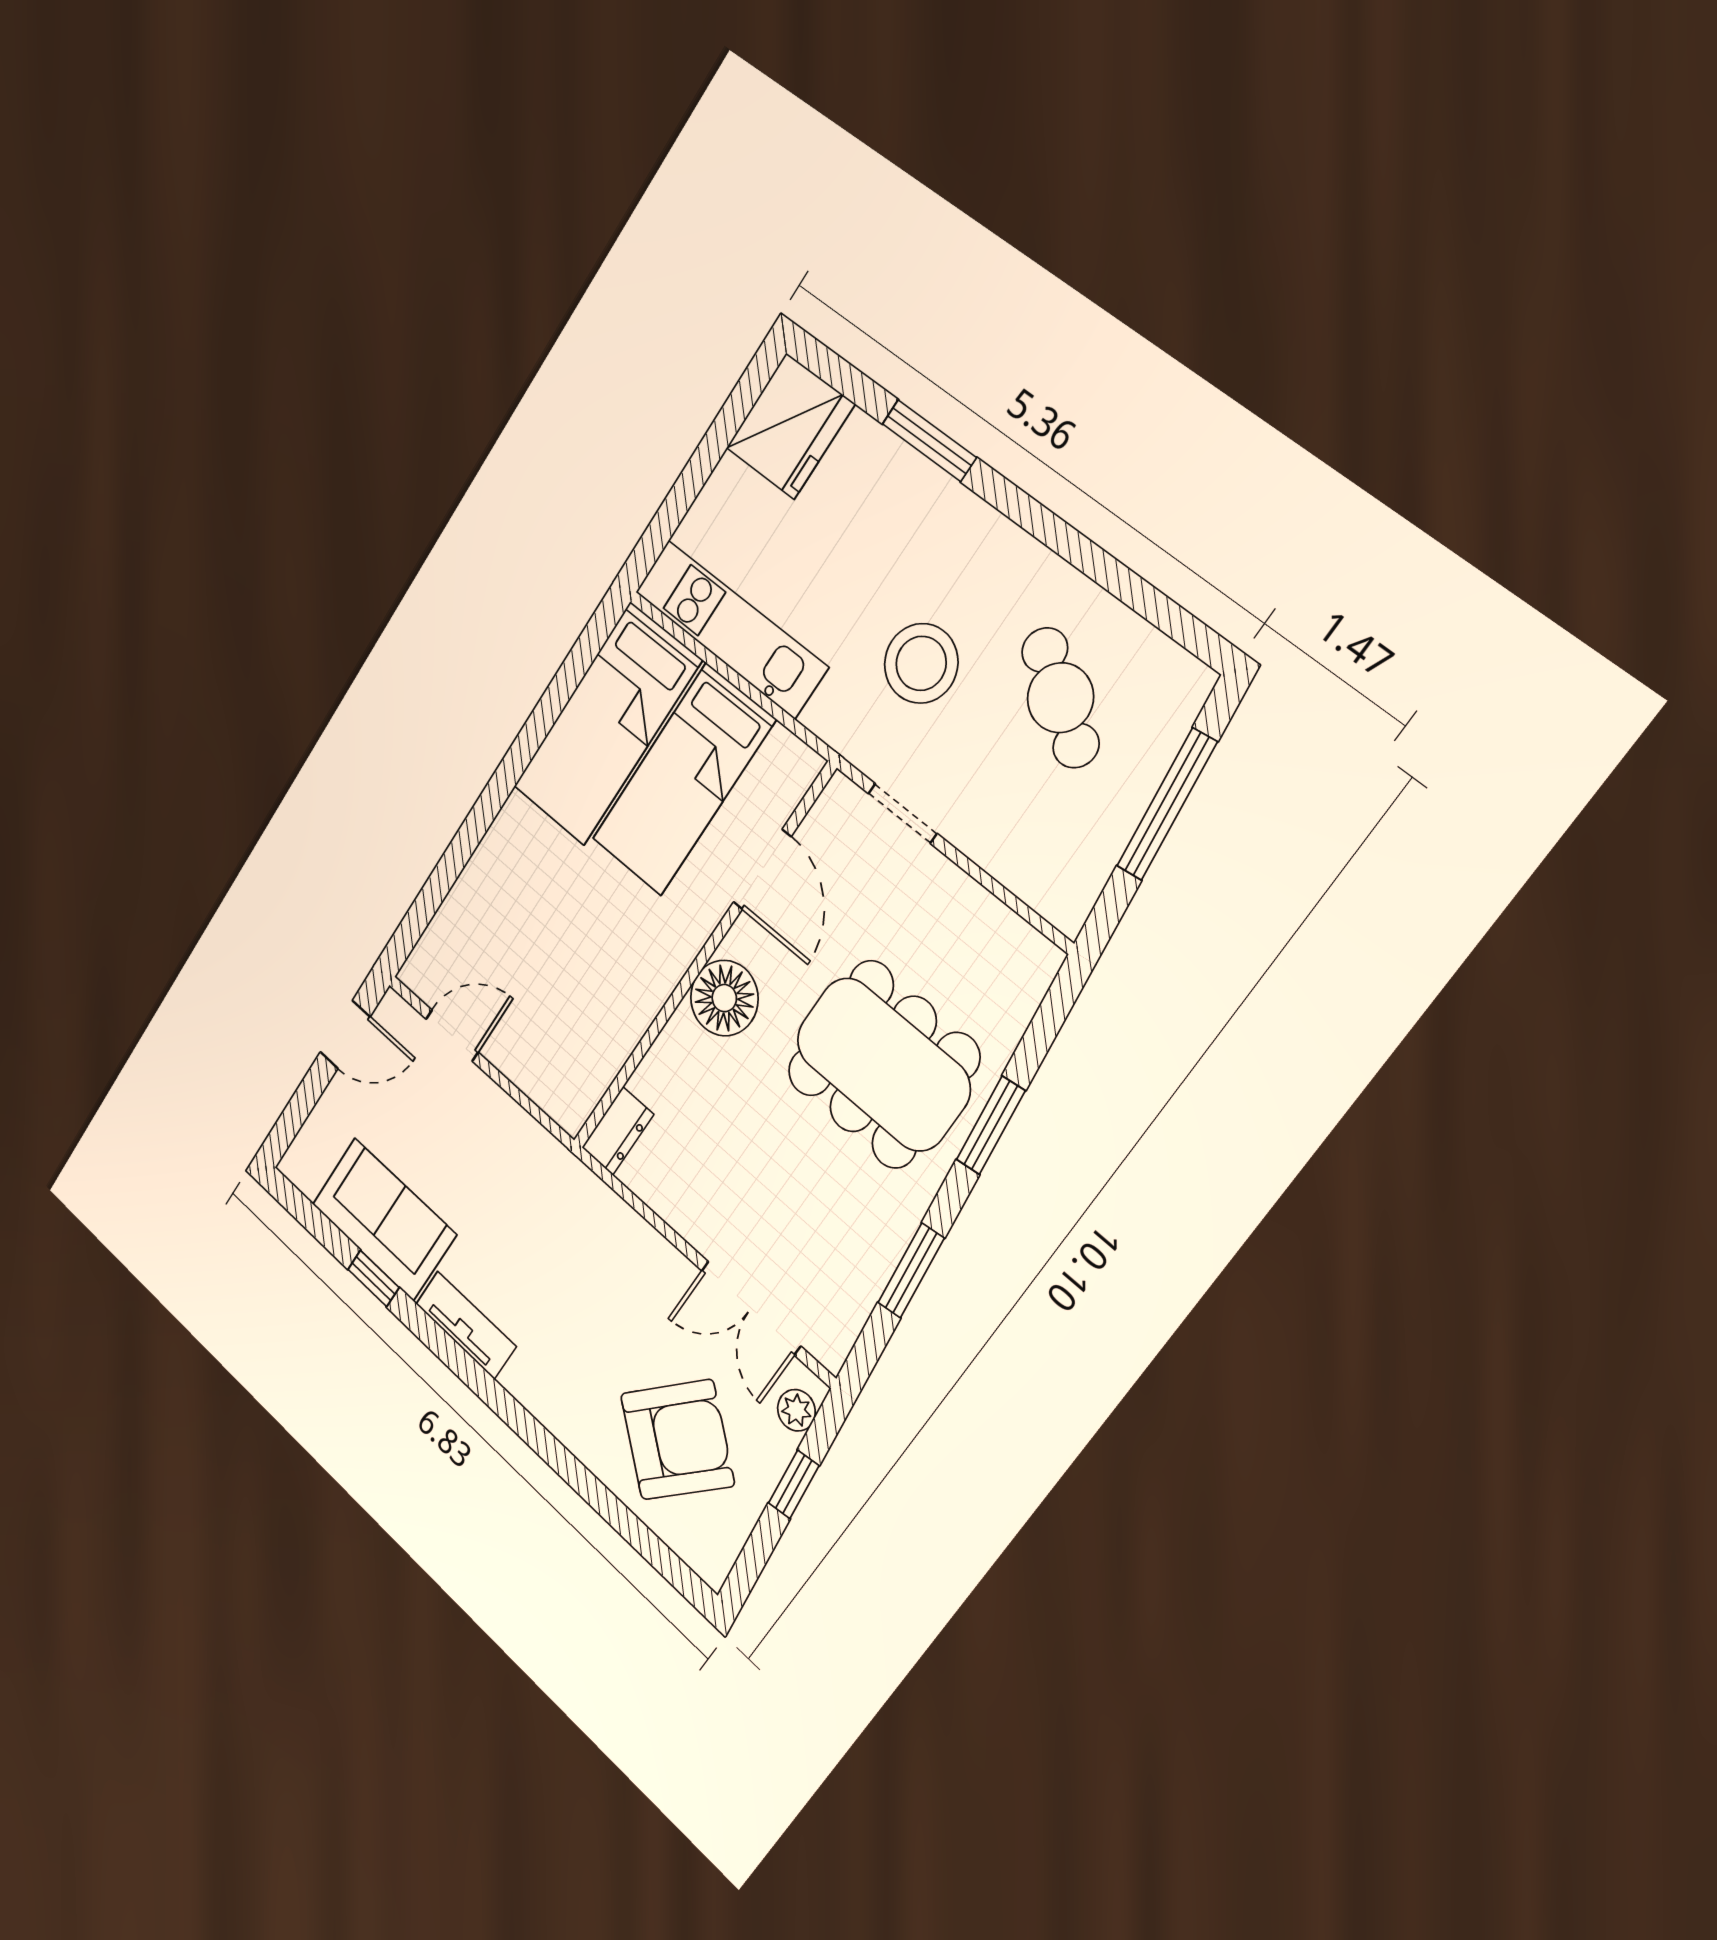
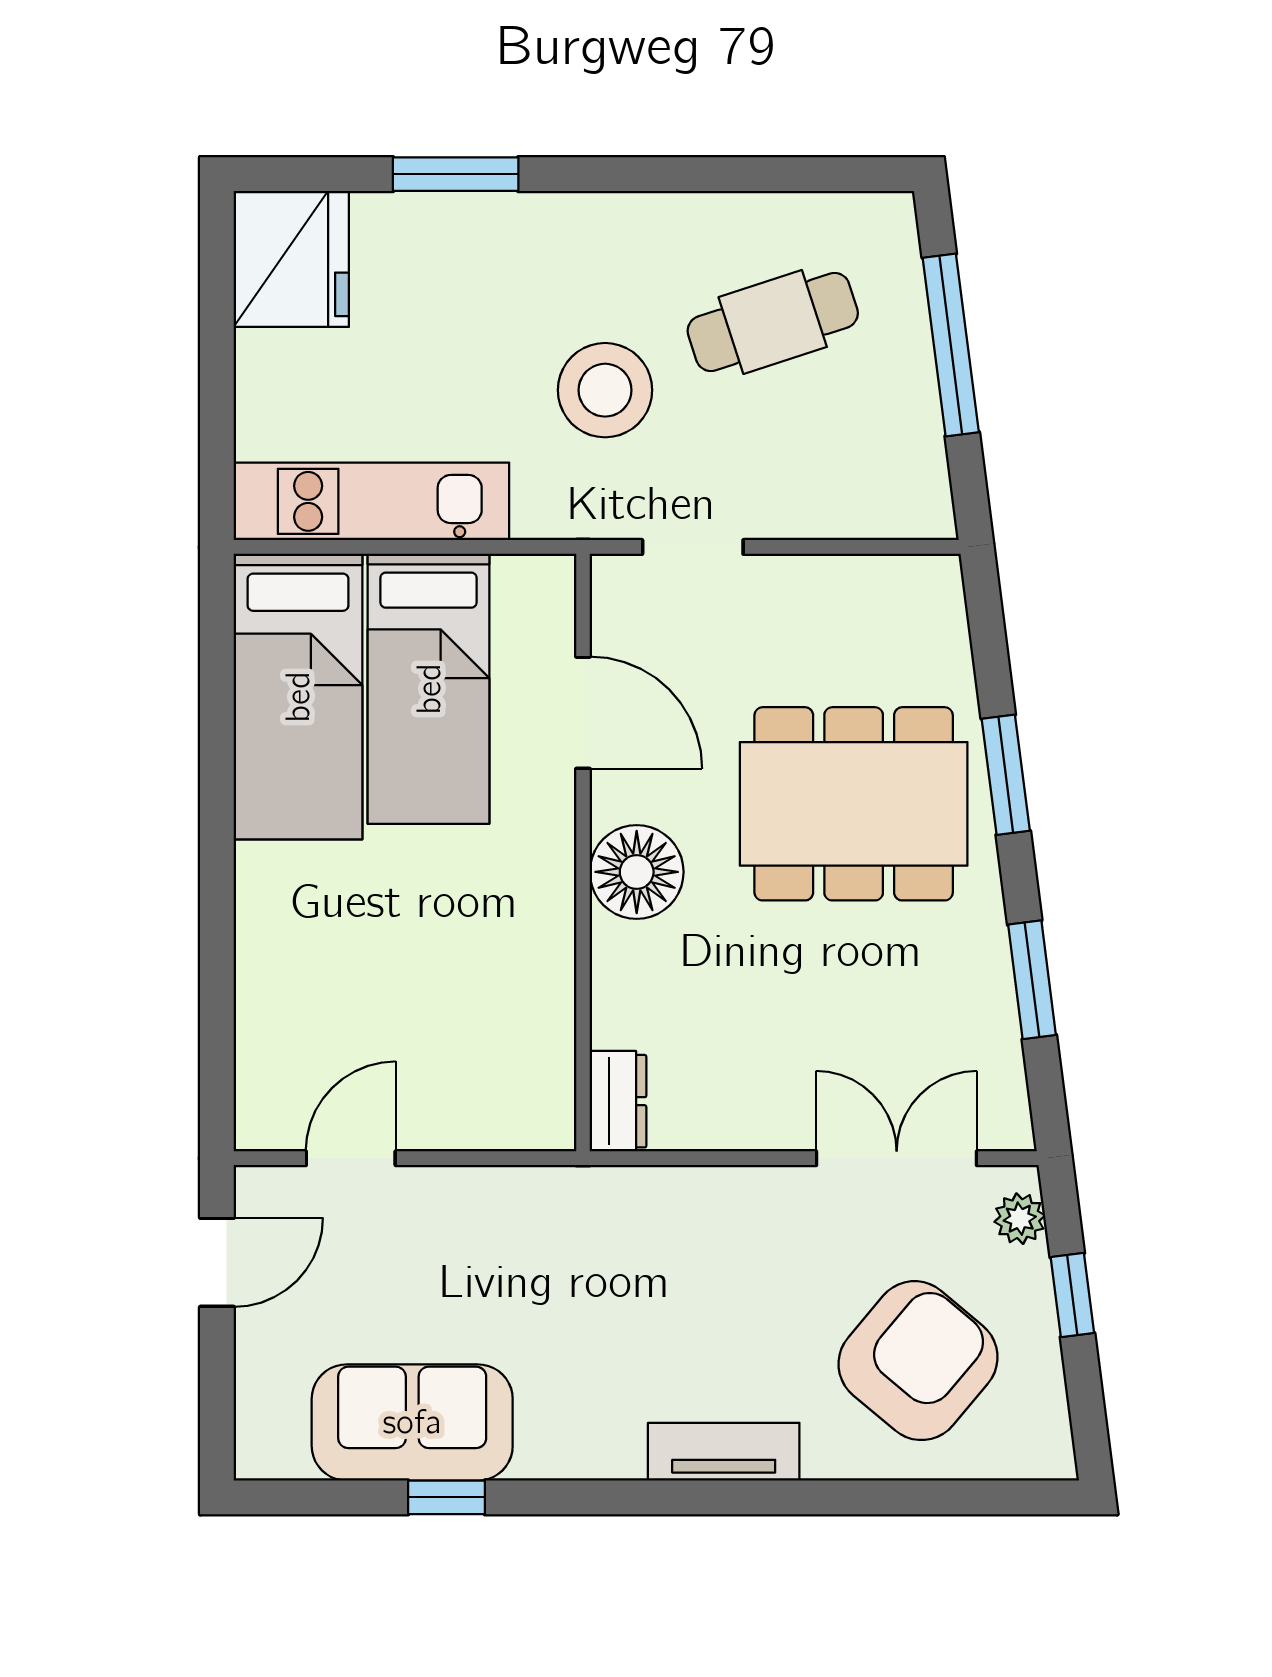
cafe table: (1060, 698) -> (773, 322), turned -52
double door: (751, 1308) -> (897, 1158), swing flipped
tv unit: (466, 1325) -> (724, 1452), moved

